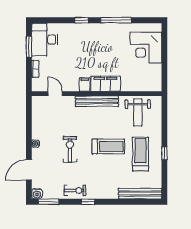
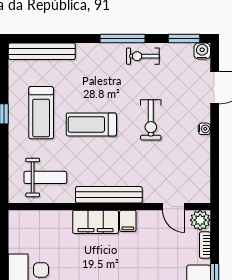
plant: (38, 85) -> (200, 220), added
weight bench: (138, 112) -> (45, 177), turned 90
window: (88, 202) -> (123, 39), width x2.17

